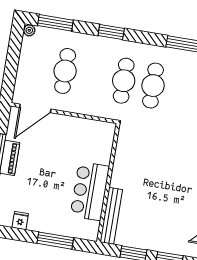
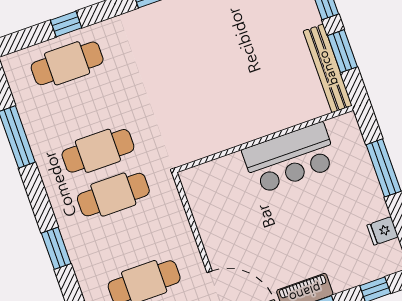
bench: (111, 216) -> (328, 68), moved, turned 90

